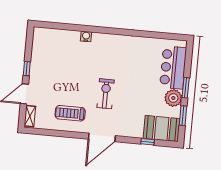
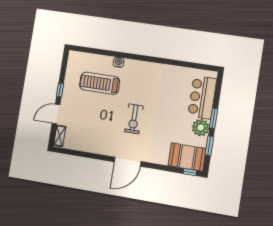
exercise bike: (106, 94) -> (134, 119), turned 180
treadmill: (70, 113) -> (100, 83), moved, width x1.37, depth x1.38
window: (147, 142) -> (190, 172), moved

